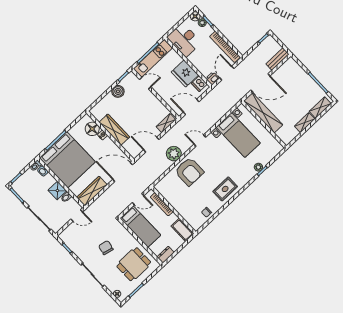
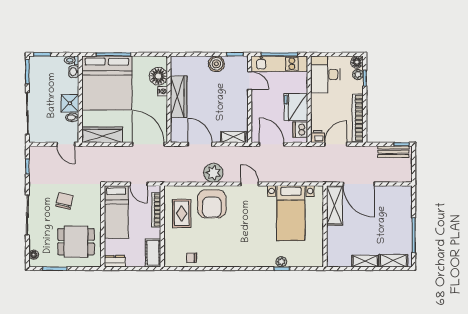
bench: (277, 59) -> (393, 152), moved
shelving: (263, 113) -> (335, 205), width x0.68
rug: (225, 189) -> (182, 213), moved, turned 90

